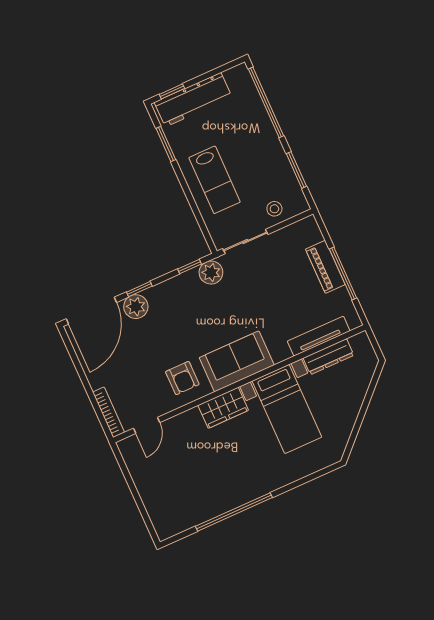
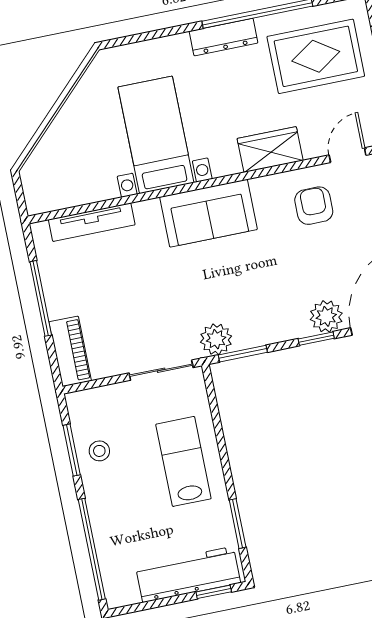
stool: (274, 209) -> (99, 451), moved
window: (189, 267) -> (243, 354), width x1.50
piano: (325, 267) -> (70, 351), moved
dresser: (328, 357) -> (224, 37), moved, turned 180
armchair: (182, 378) -> (314, 206), moved
wardrobe: (223, 408) -> (270, 149), moved
rug: (185, 491) -> (316, 56), added

